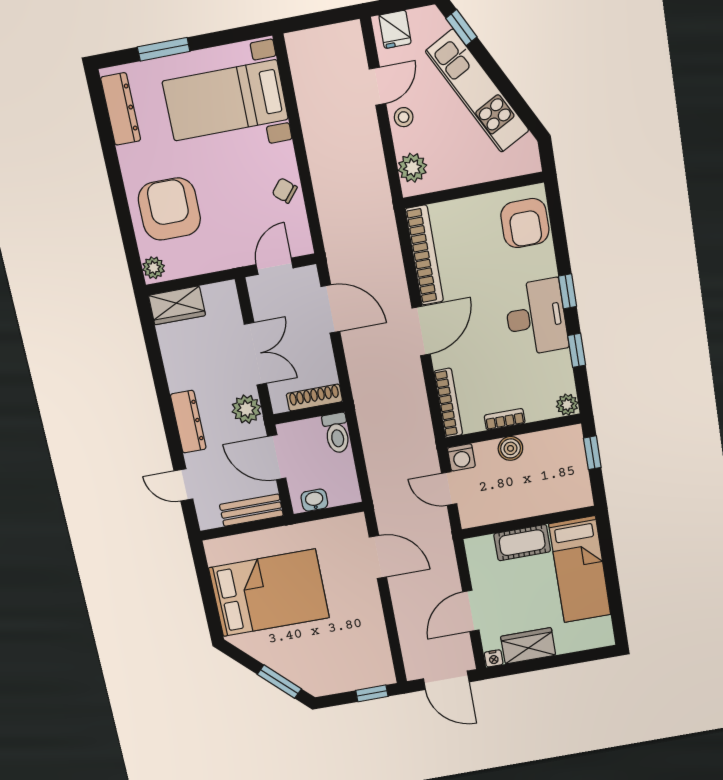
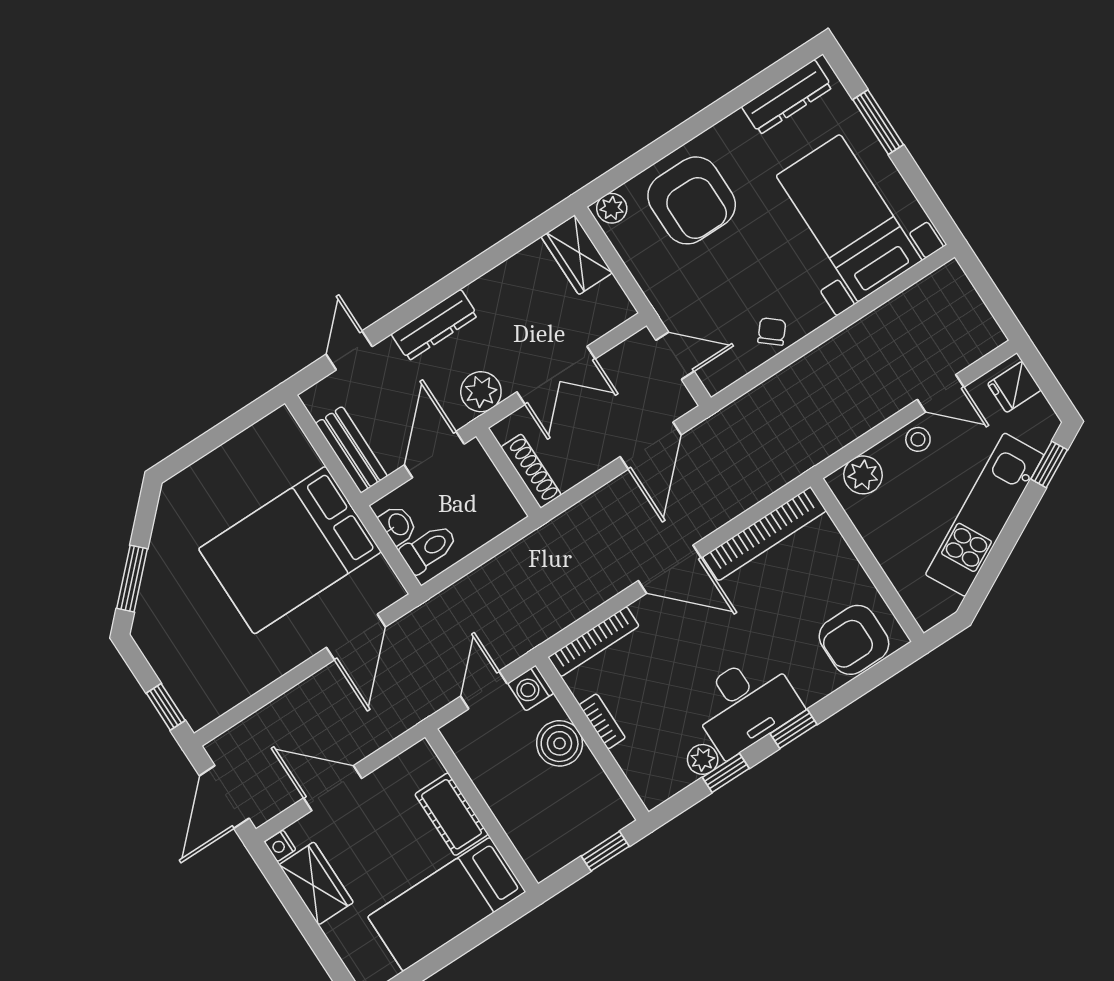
armchair: (169, 209) -> (692, 200), turned 90
plant: (567, 405) -> (703, 759), moved
toilet: (337, 433) -> (429, 549), moved, turned 180
boiler: (510, 448) -> (560, 743), width x1.36, depth x1.36
bed: (269, 593) -> (290, 550), moved, turned 90

